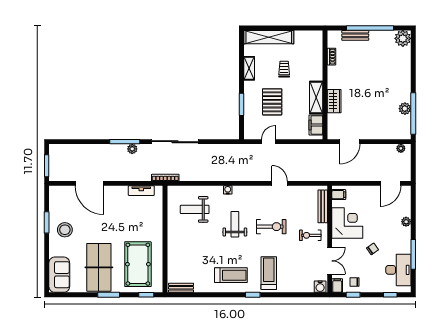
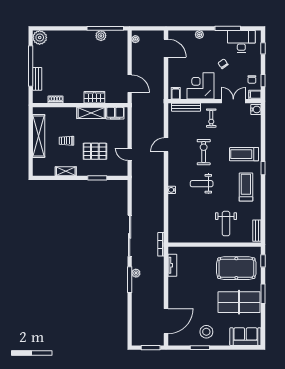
shelving: (269, 37) -> (39, 136), moved
door: (89, 183) -> (166, 321), moved
weight bench: (195, 209) -> (226, 224), moved

